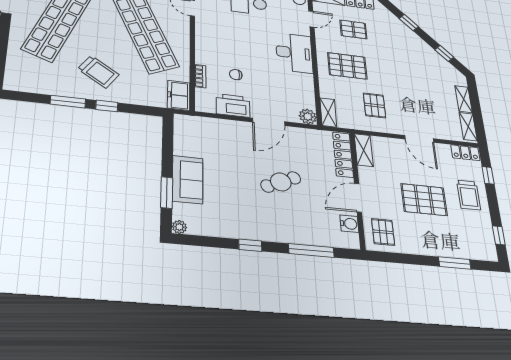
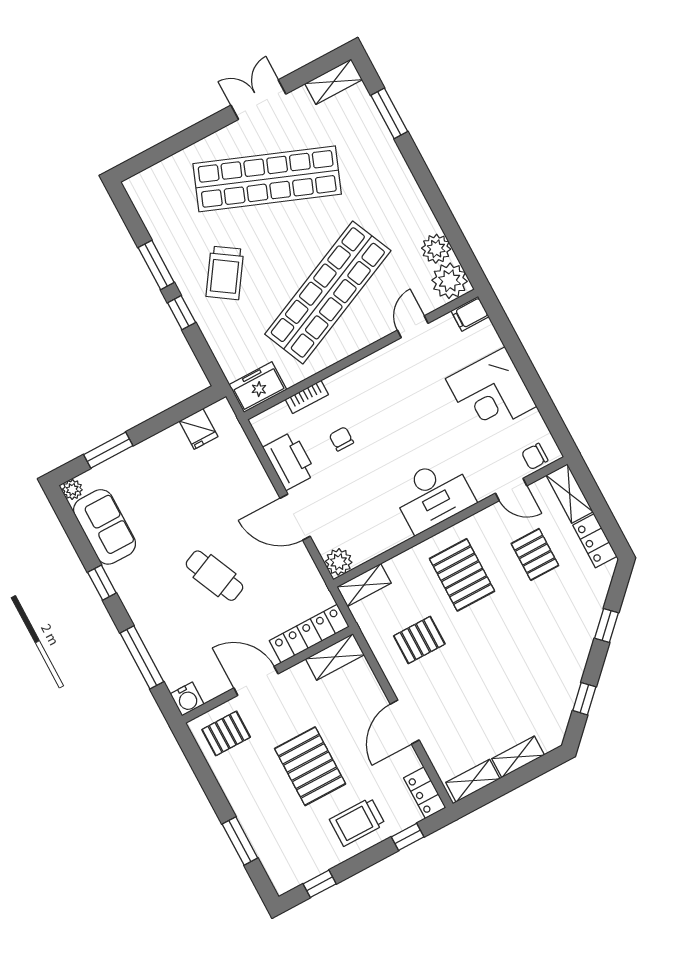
fridge: (184, 138) -> (199, 429), added
sofa: (188, 180) -> (105, 527), moved, turned -90
water cooler: (349, 224) -> (187, 699), moved

